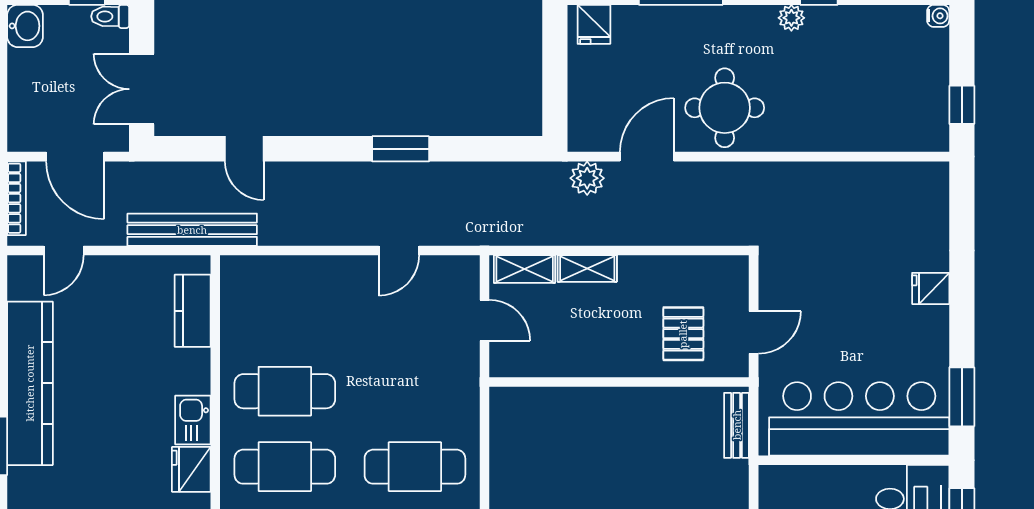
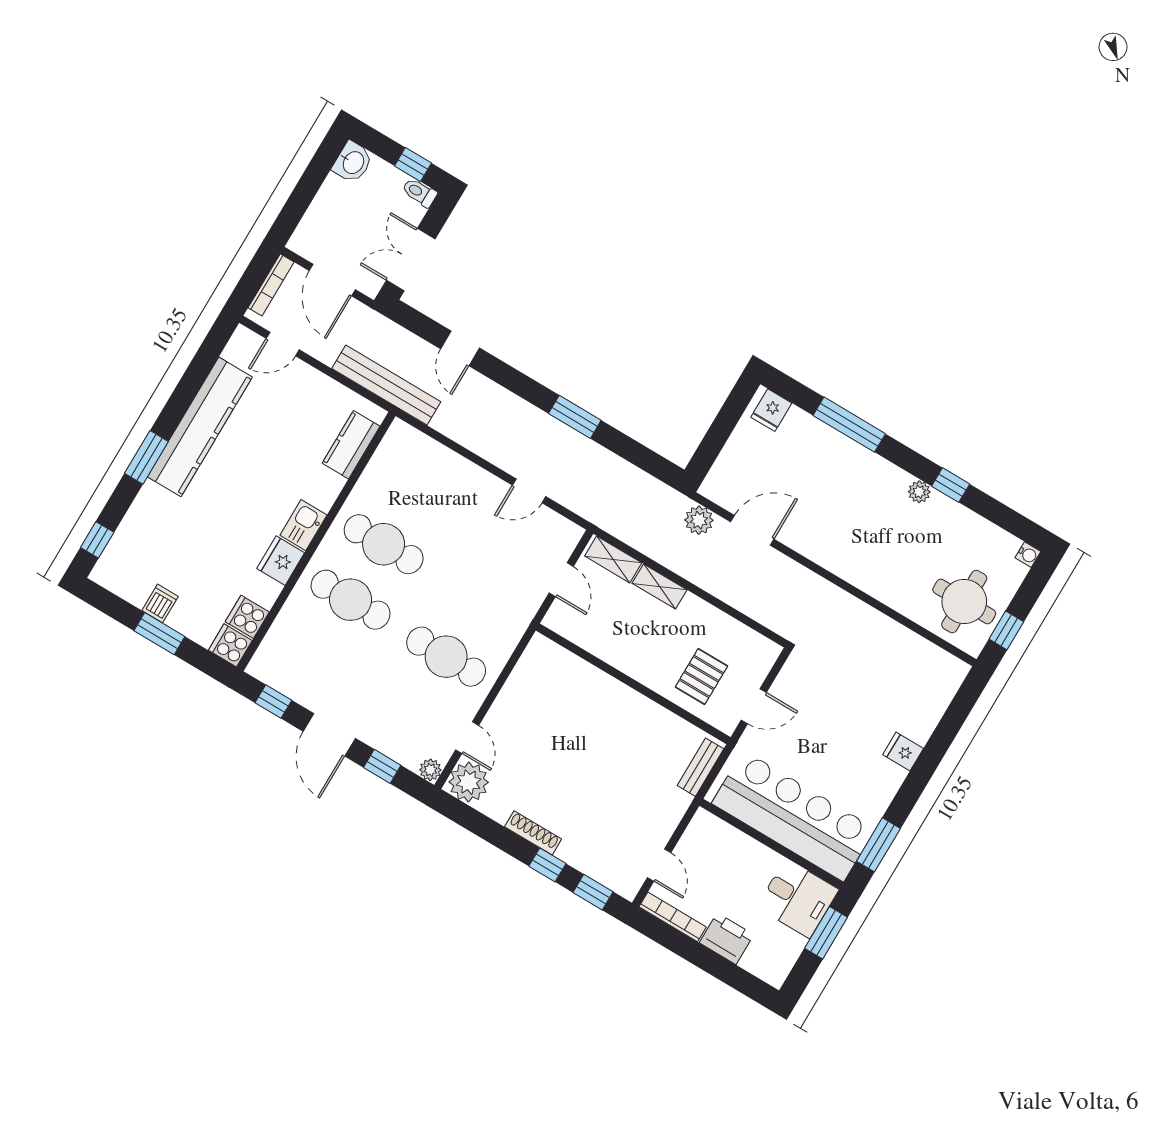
round table: (725, 108) -> (964, 602), moved

